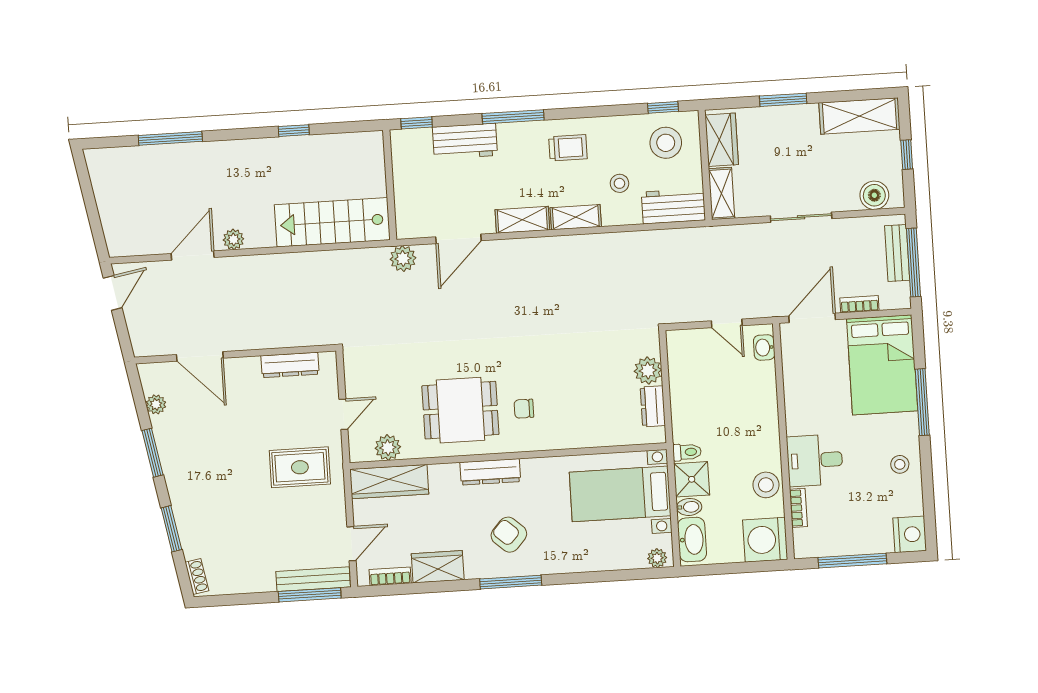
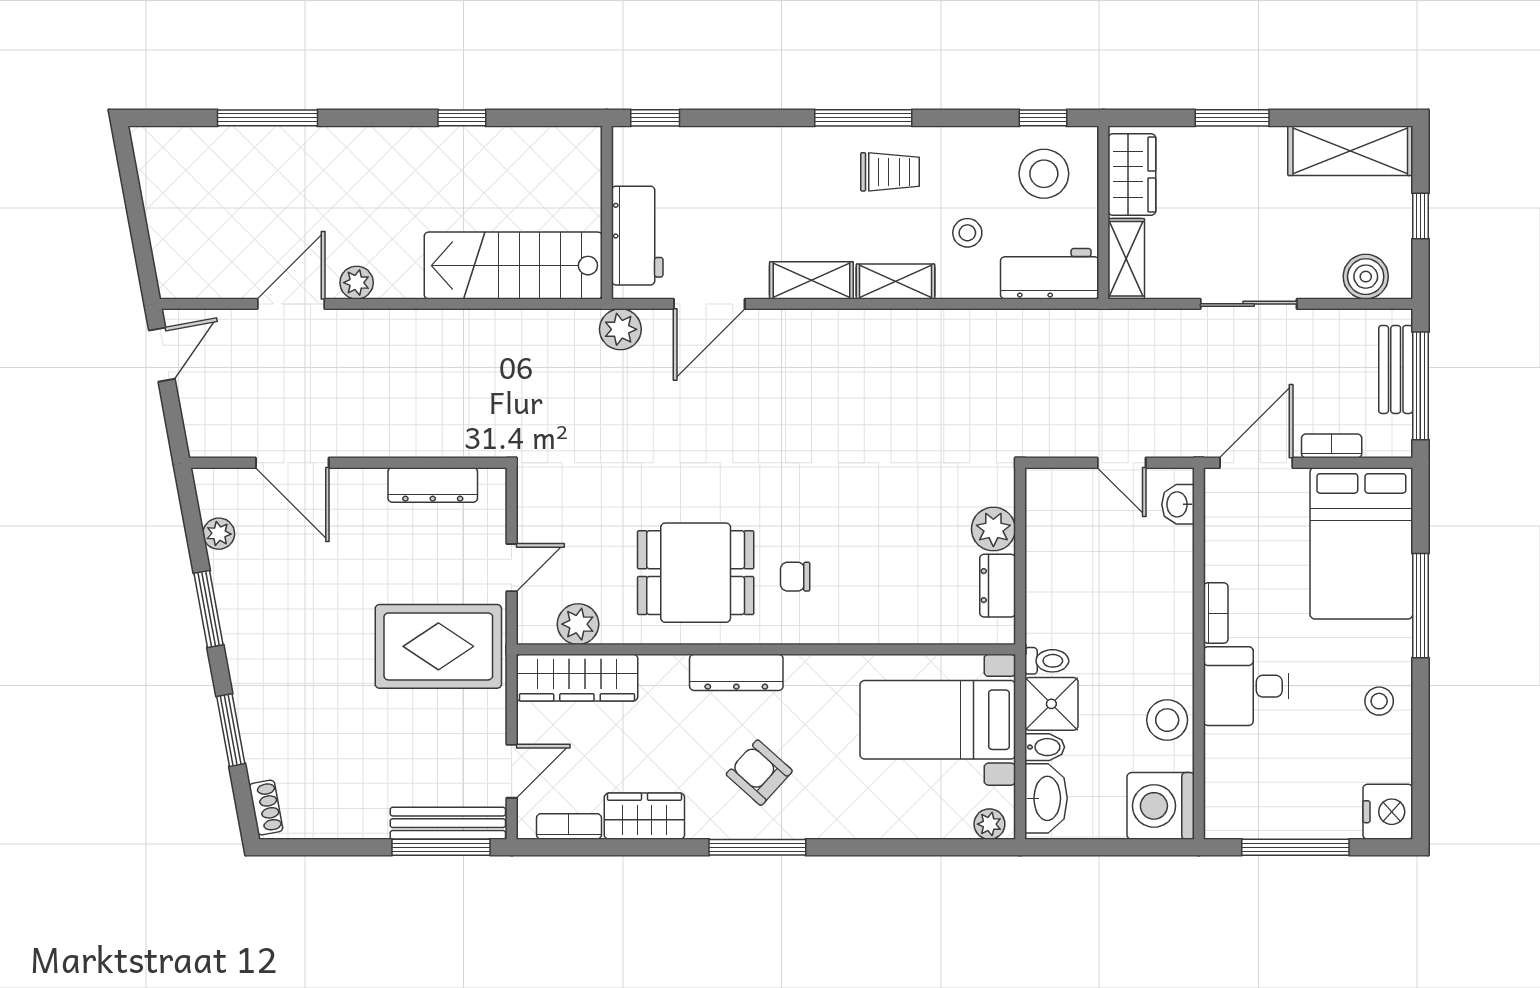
window: (513, 117) -> (863, 118), moved
workbench: (465, 141) -> (637, 236), moved, turned -90
rug: (300, 467) -> (438, 646), width x1.36, depth x1.43
bookcase: (798, 508) -> (1216, 613), moved

